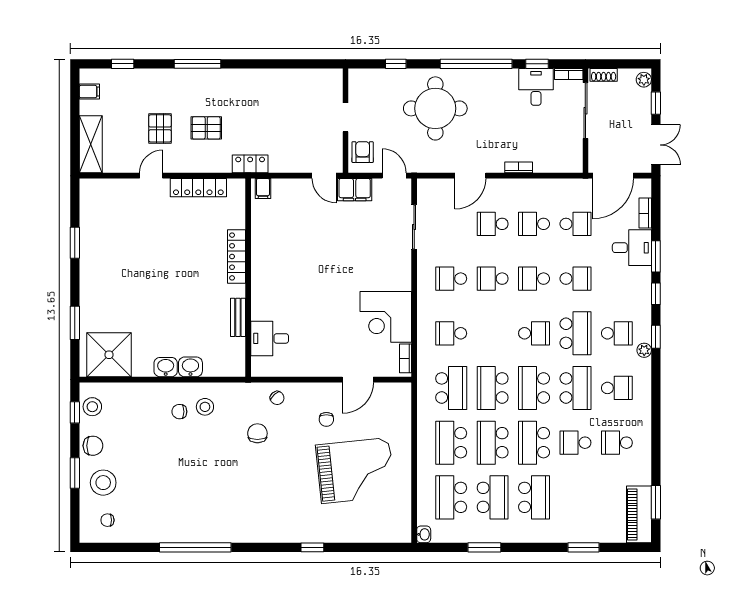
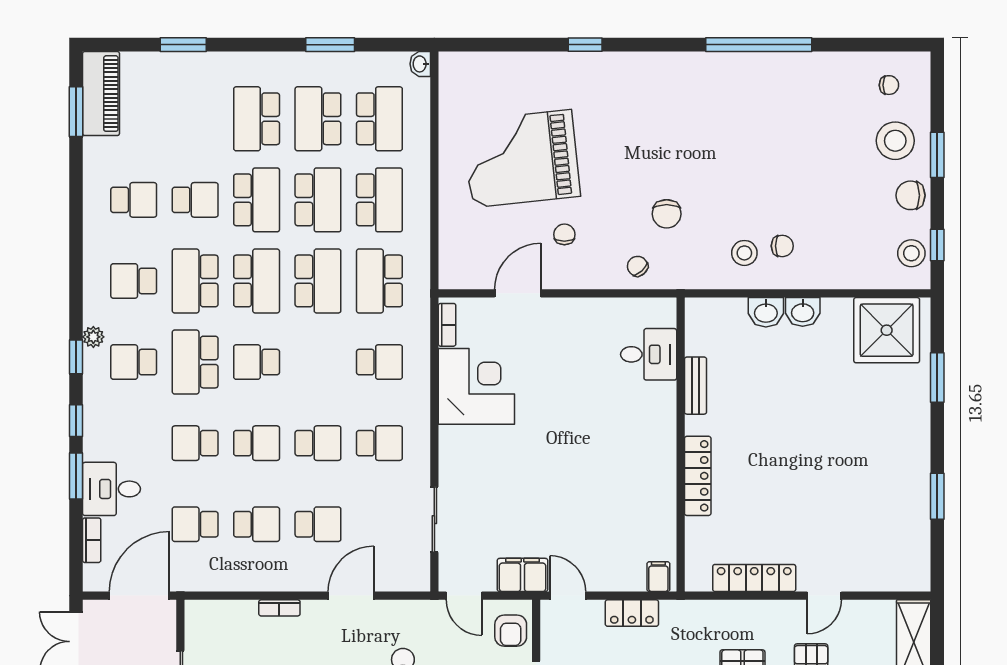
locker: (250, 164) -> (632, 613), moved

